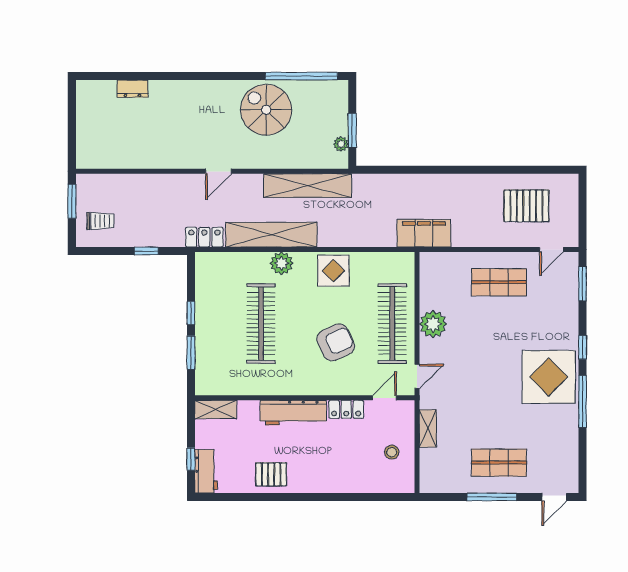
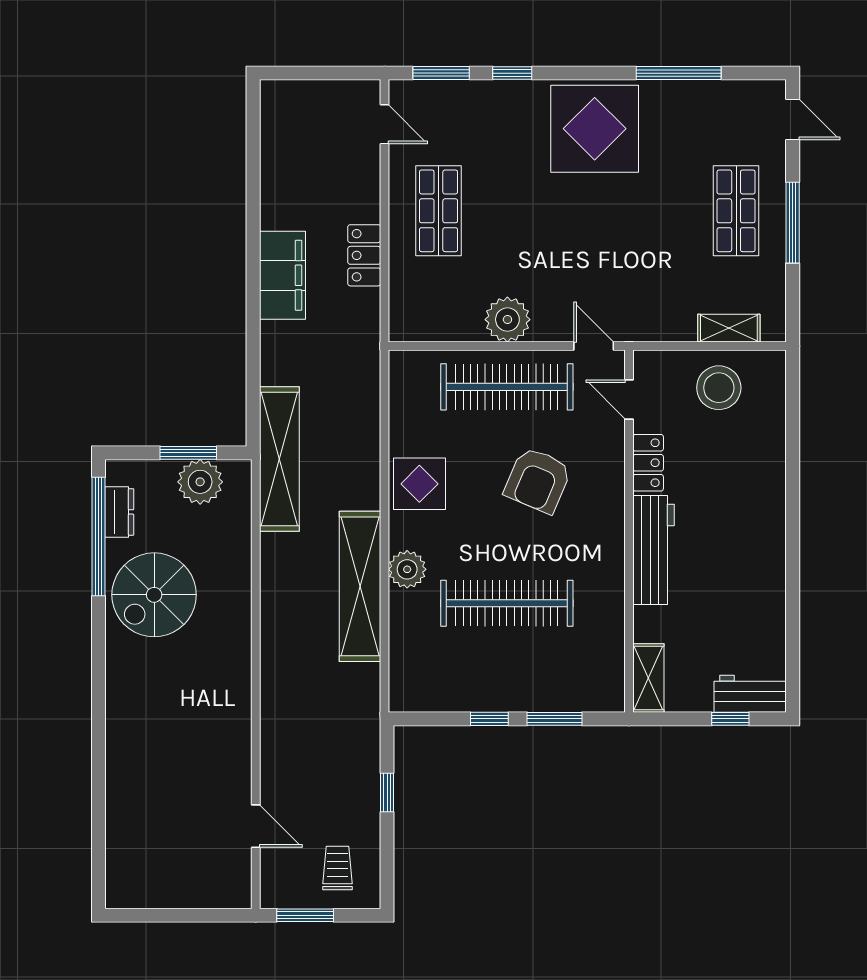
dresser: (132, 89) -> (119, 512), moved
plant: (341, 144) -> (200, 482), width x1.87, depth x1.87
door: (218, 171) -> (256, 826), moved
shelving: (308, 186) -> (279, 459), moved
pallet: (526, 206) -> (313, 165), removed
filing cabinet: (424, 233) -> (282, 275), moved, turned 180
locker: (204, 237) -> (364, 255), moved
armchair: (336, 342) -> (538, 480), turned -132
window: (583, 347) -> (512, 73), moved
window: (583, 401) -> (679, 73), moved
shelving: (428, 428) -> (729, 328), moved
stool: (392, 452) -> (719, 388), width x1.89, depth x1.89
pallet: (271, 474) -> (755, 586), removed

